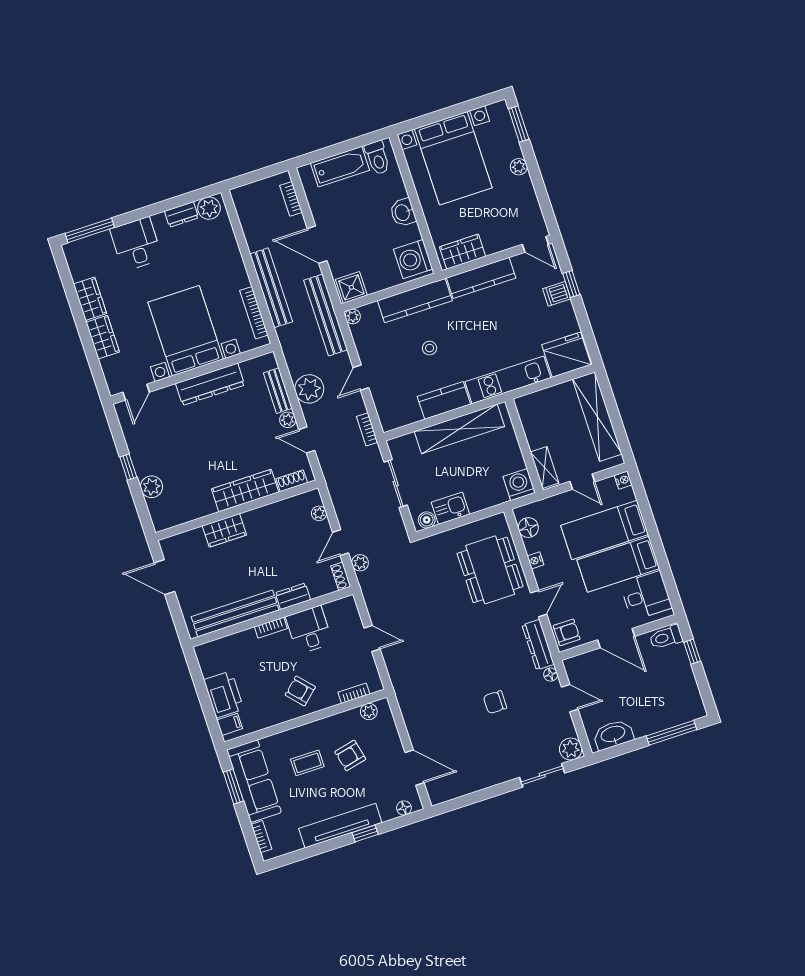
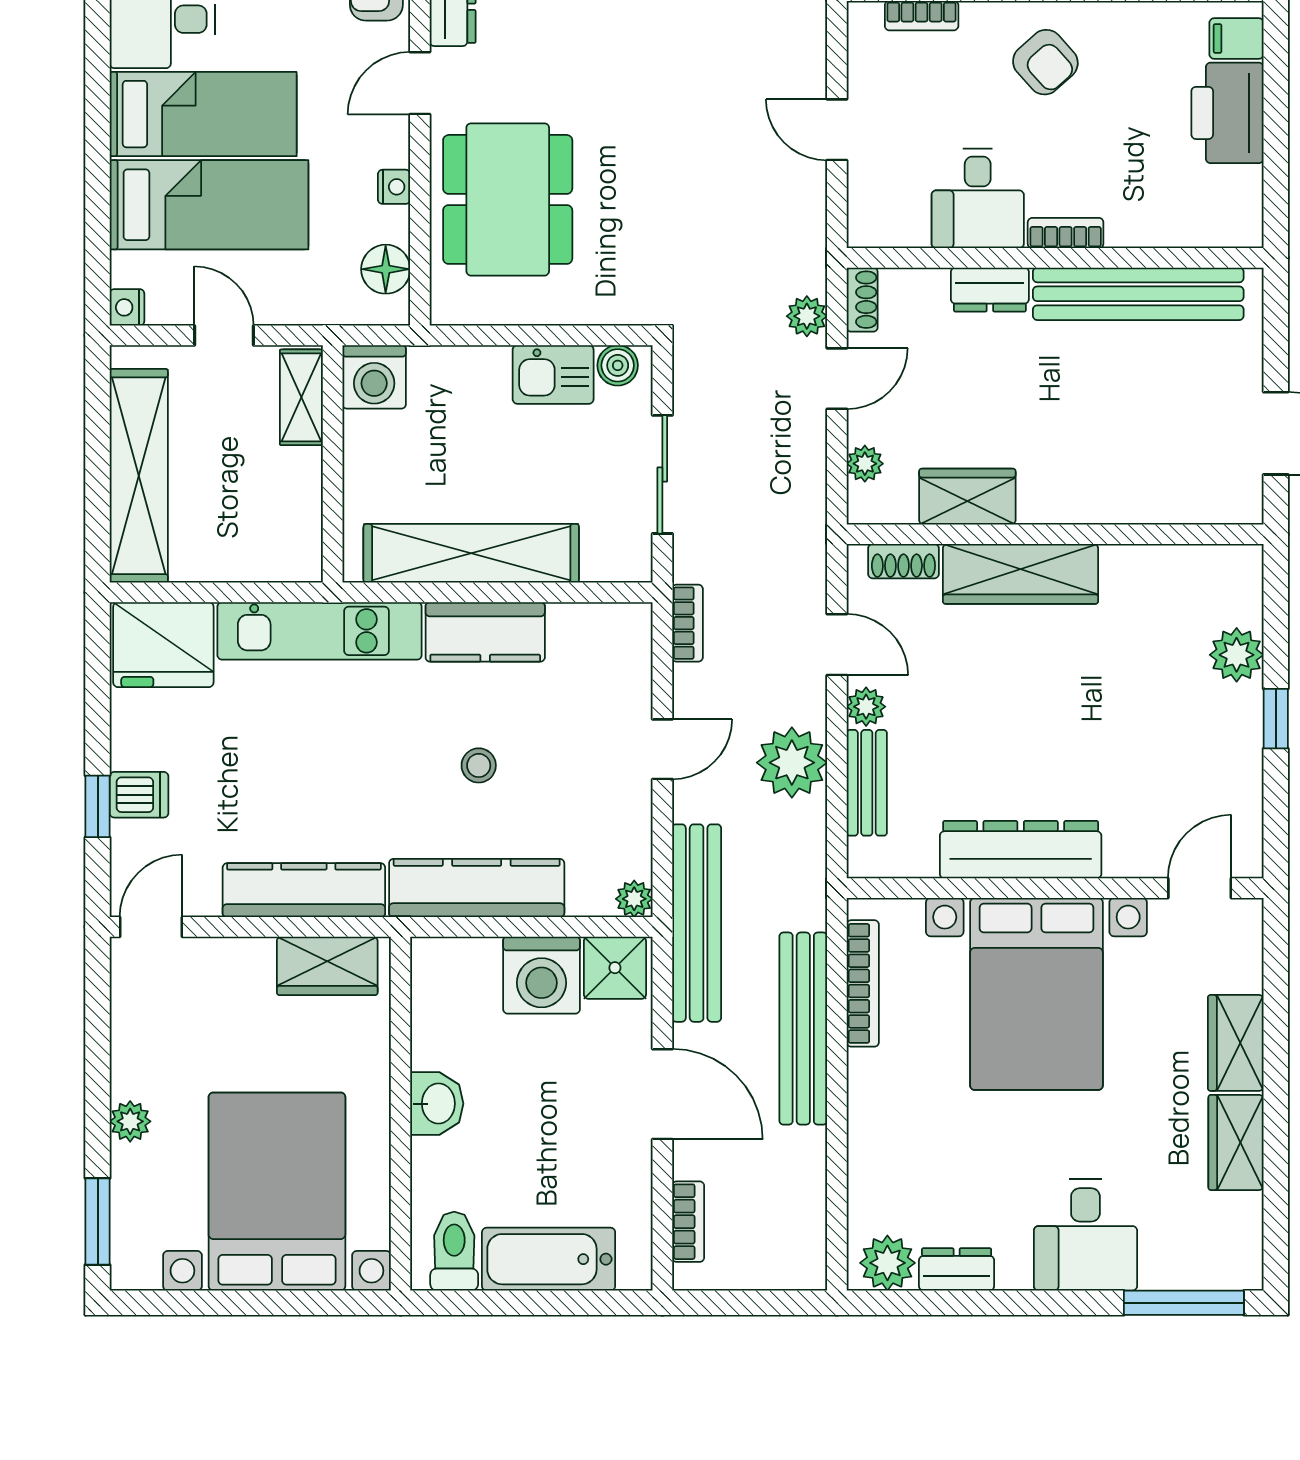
door: (535, 244) -> (151, 927), hinge flipped
washing machine: (413, 259) -> (542, 975), moved, turned 90
wardrobe: (224, 530) -> (967, 497), moved

